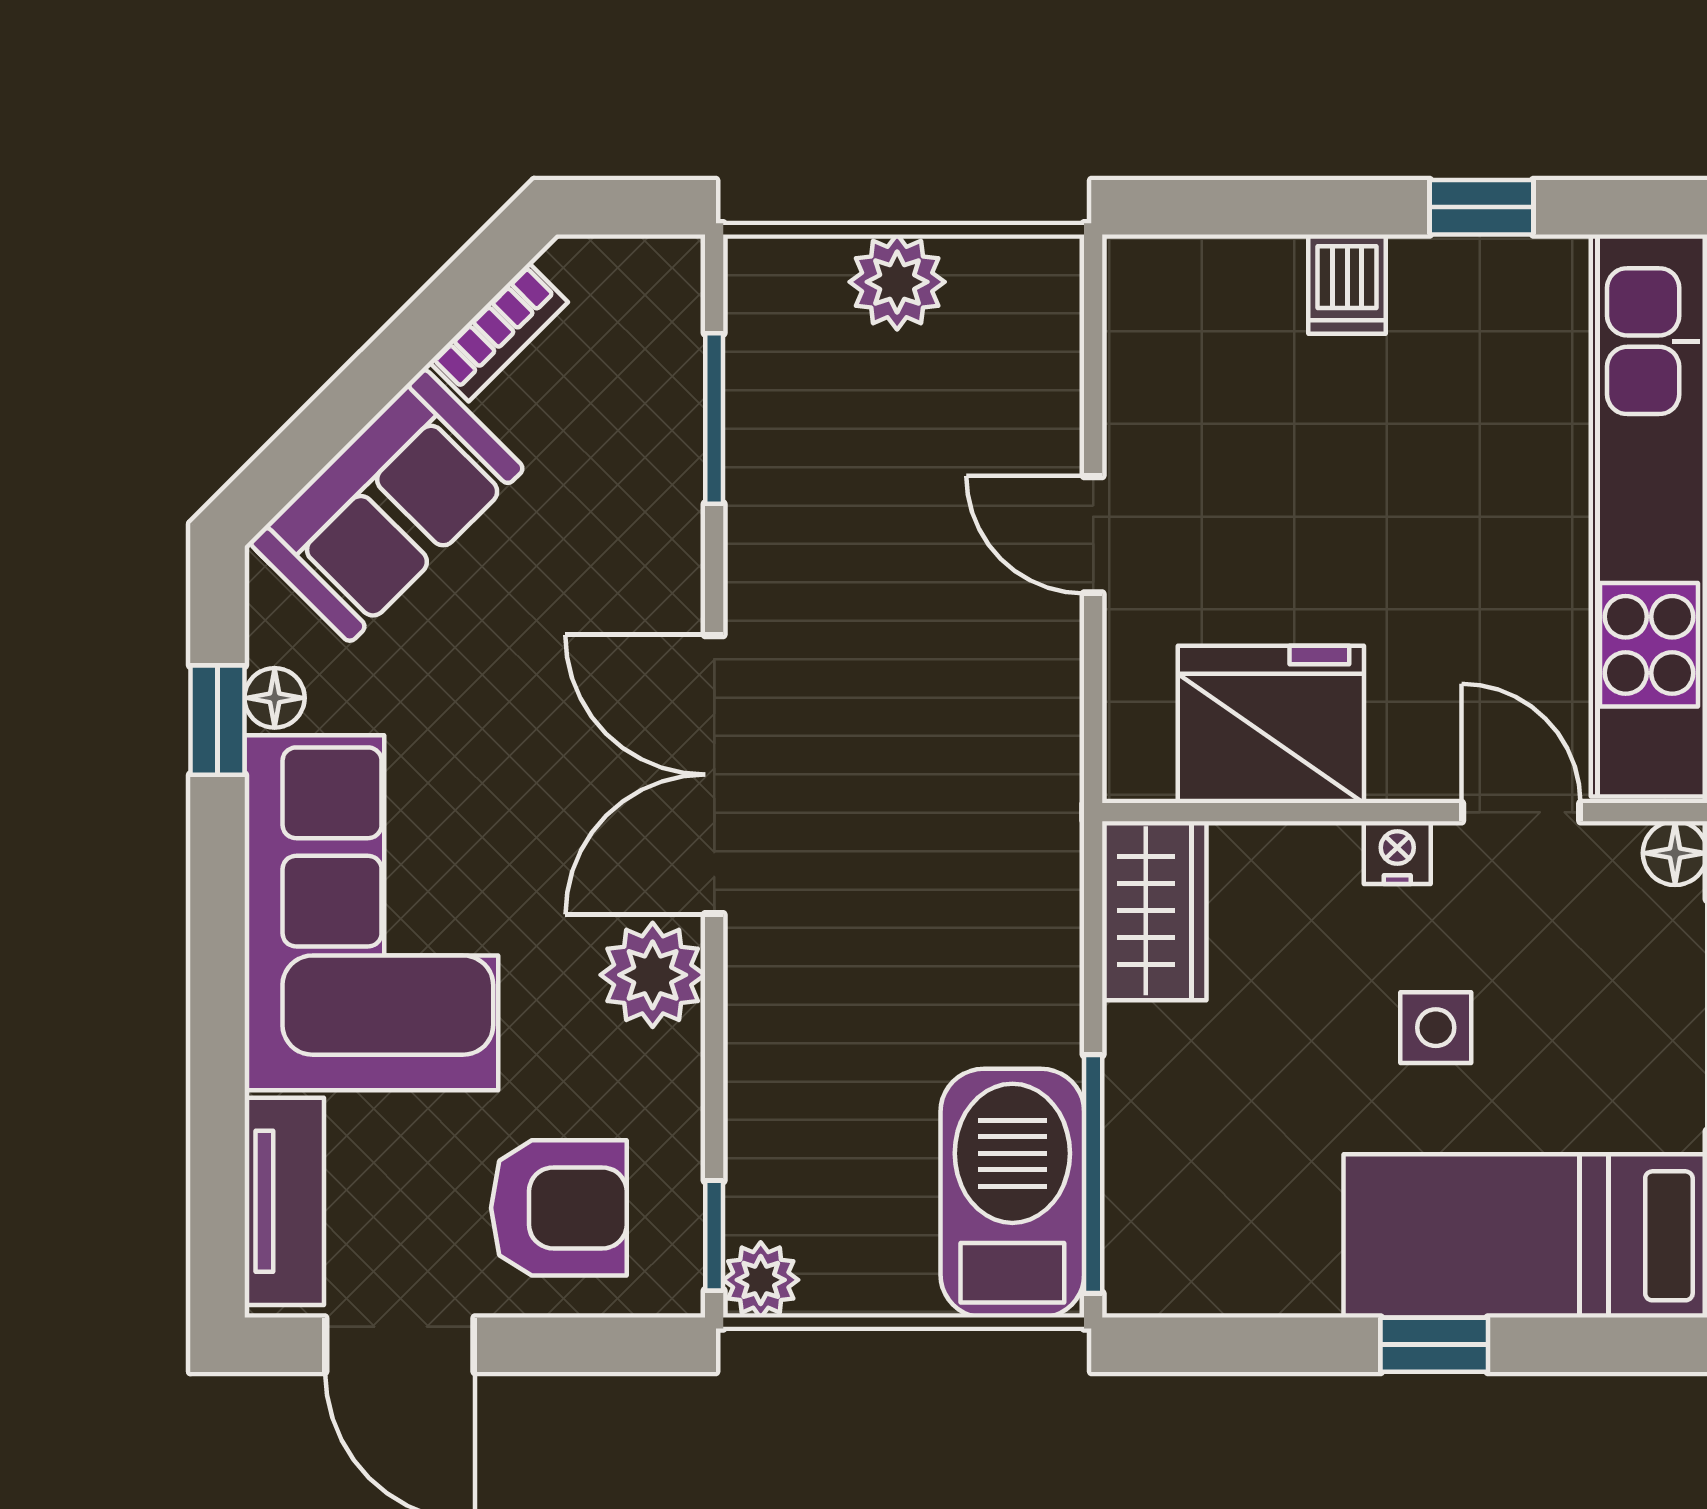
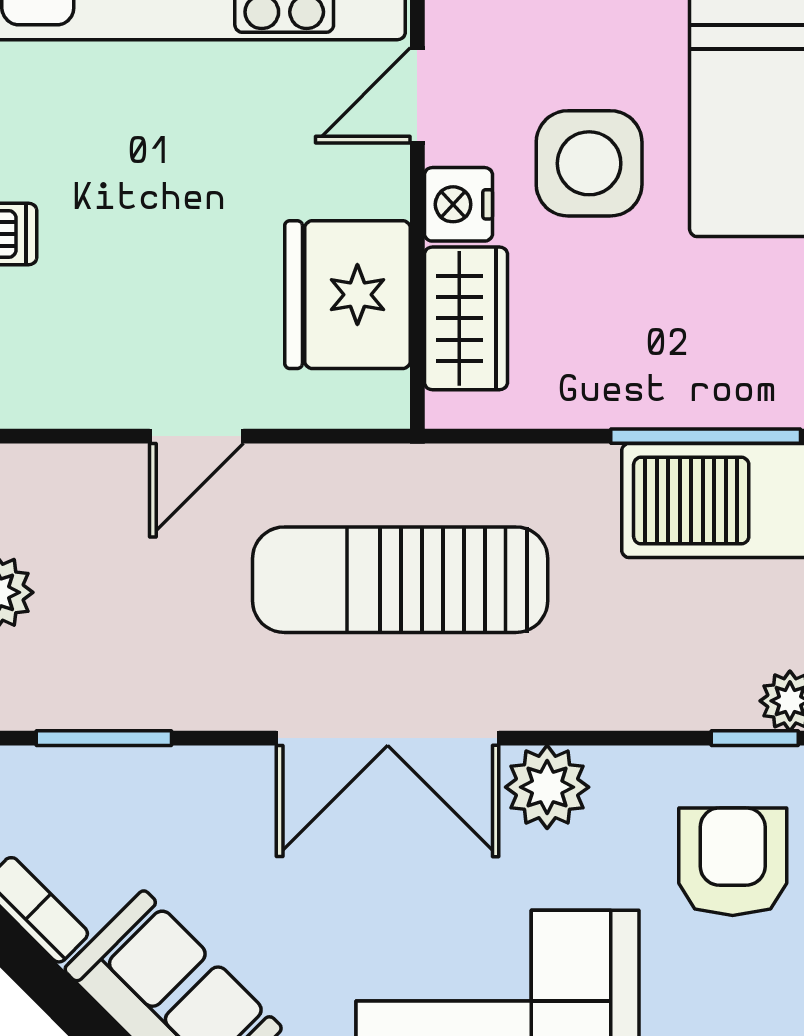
sun lounger: (913, 790) -> (400, 580), added
nightstand: (1397, 853) -> (458, 204), width x1.39, depth x1.35
wardrobe: (1154, 911) -> (466, 318), moved, turned 90
side table: (1436, 1028) -> (589, 163), width x1.87, depth x1.87

